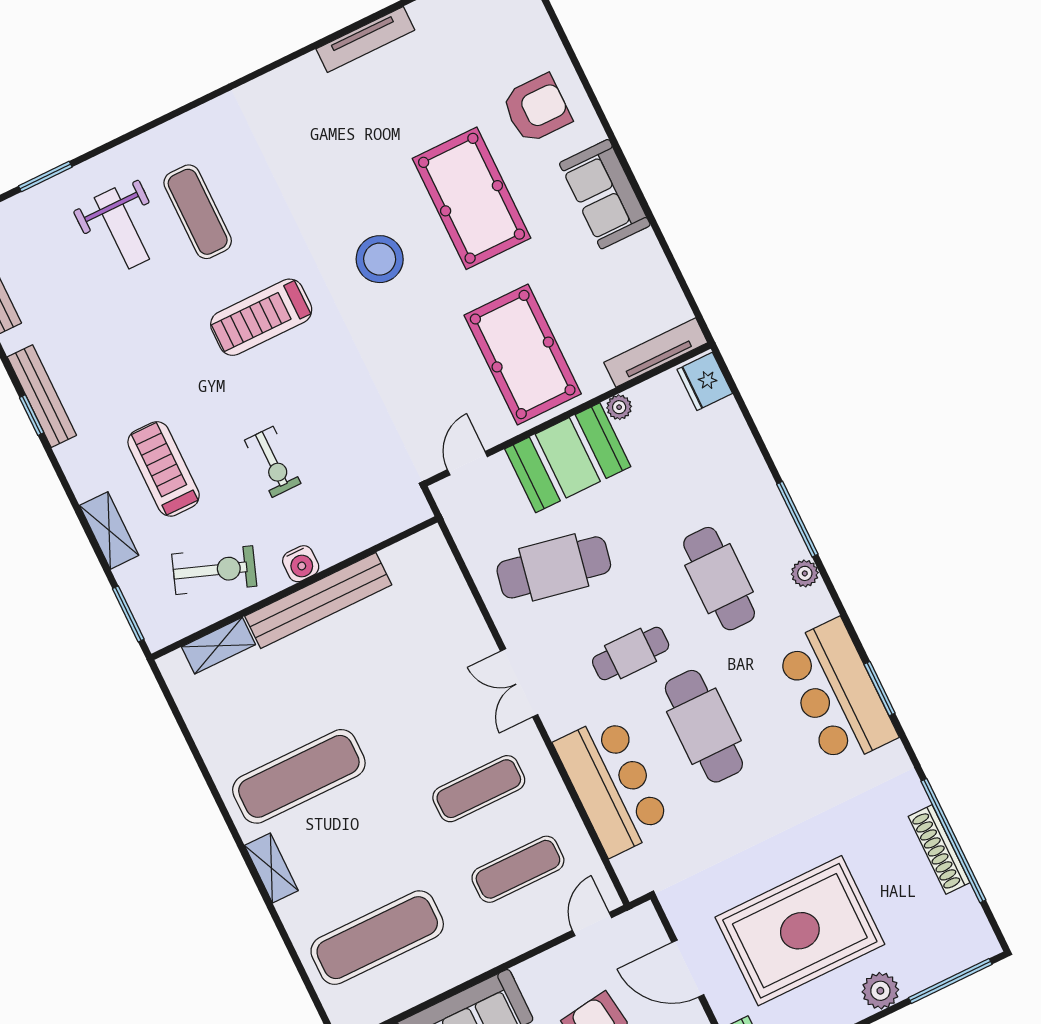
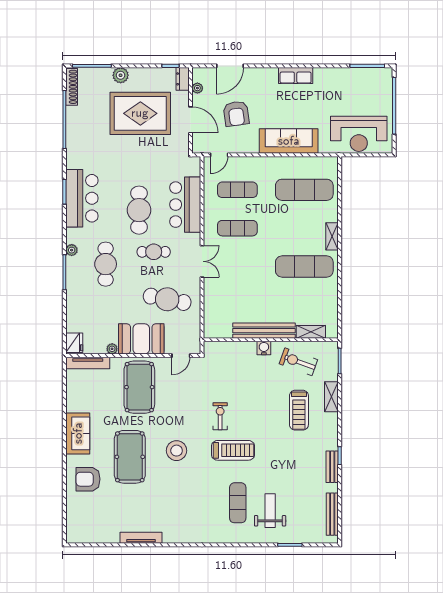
bench: (42, 396) -> (332, 467), width x0.73
exercise bike: (273, 462) -> (220, 416), moved
shoe rack: (939, 850) -> (72, 87), moved

